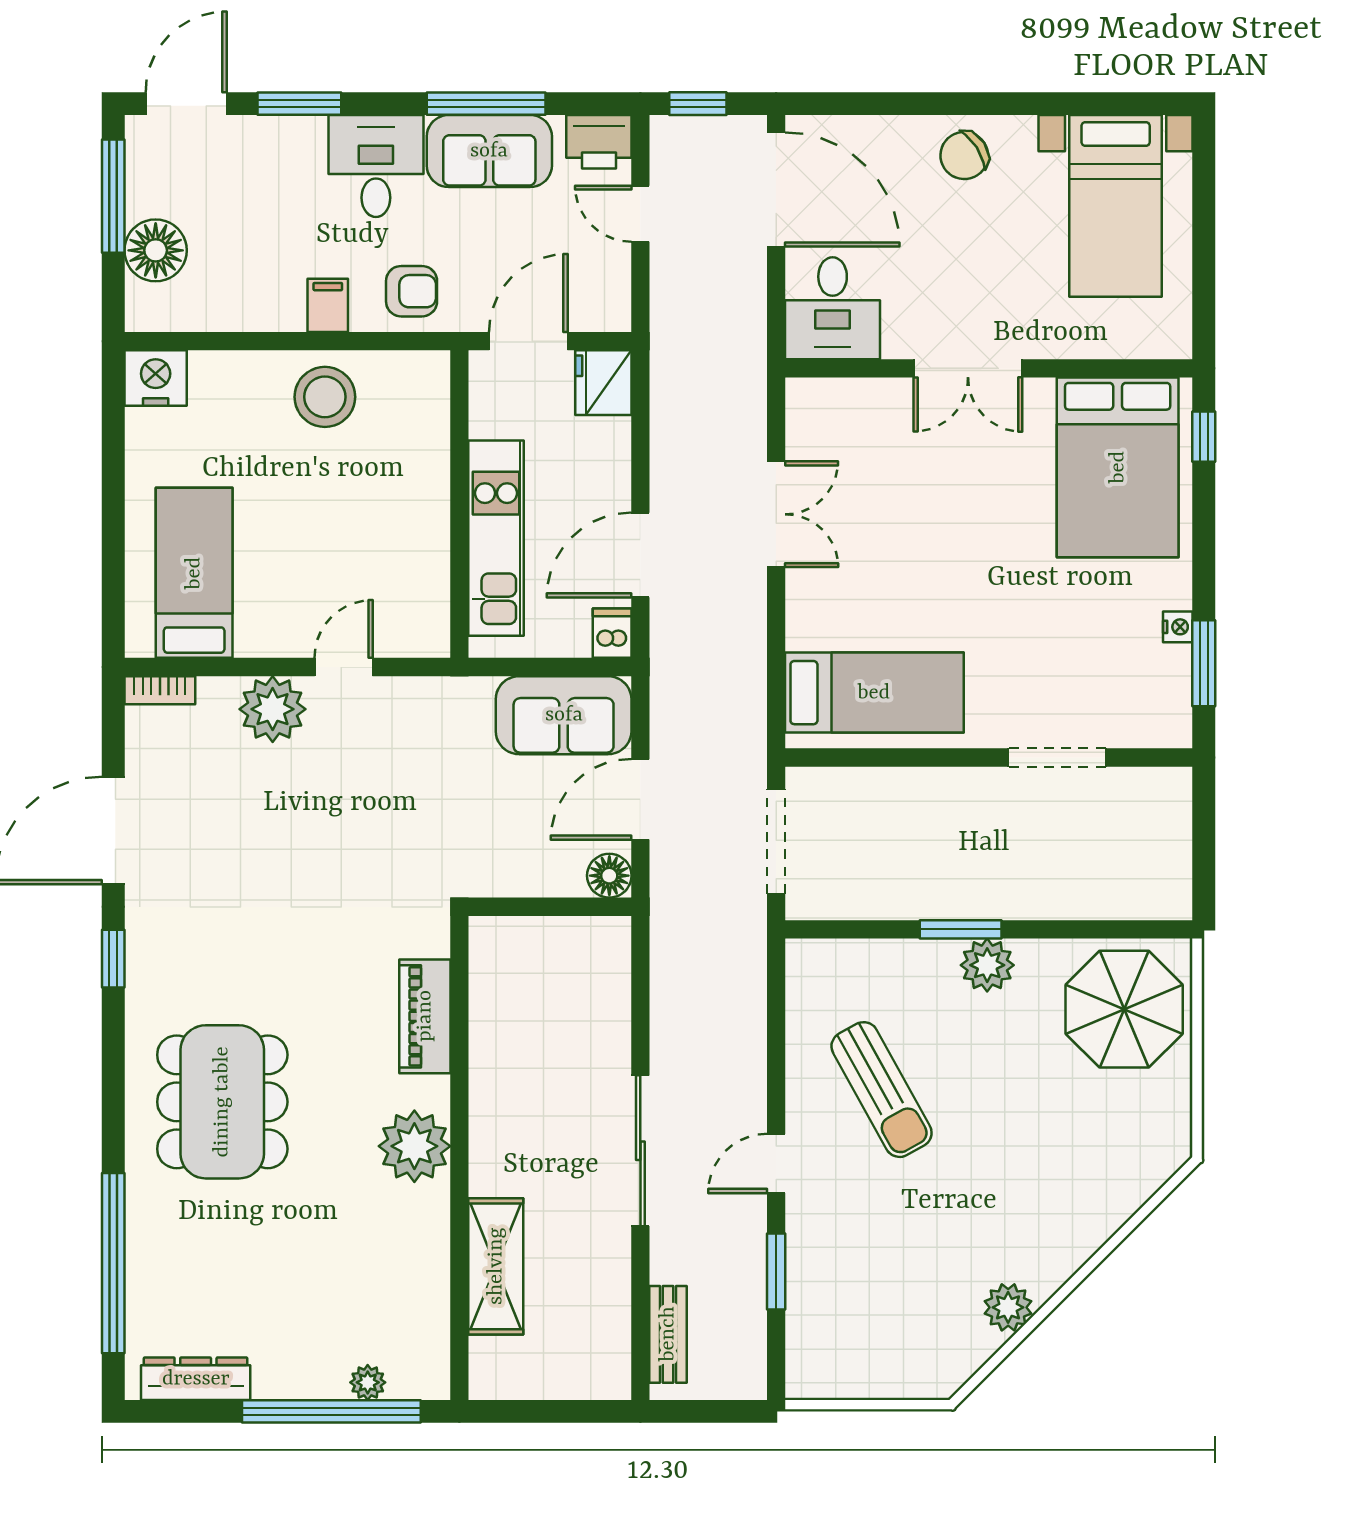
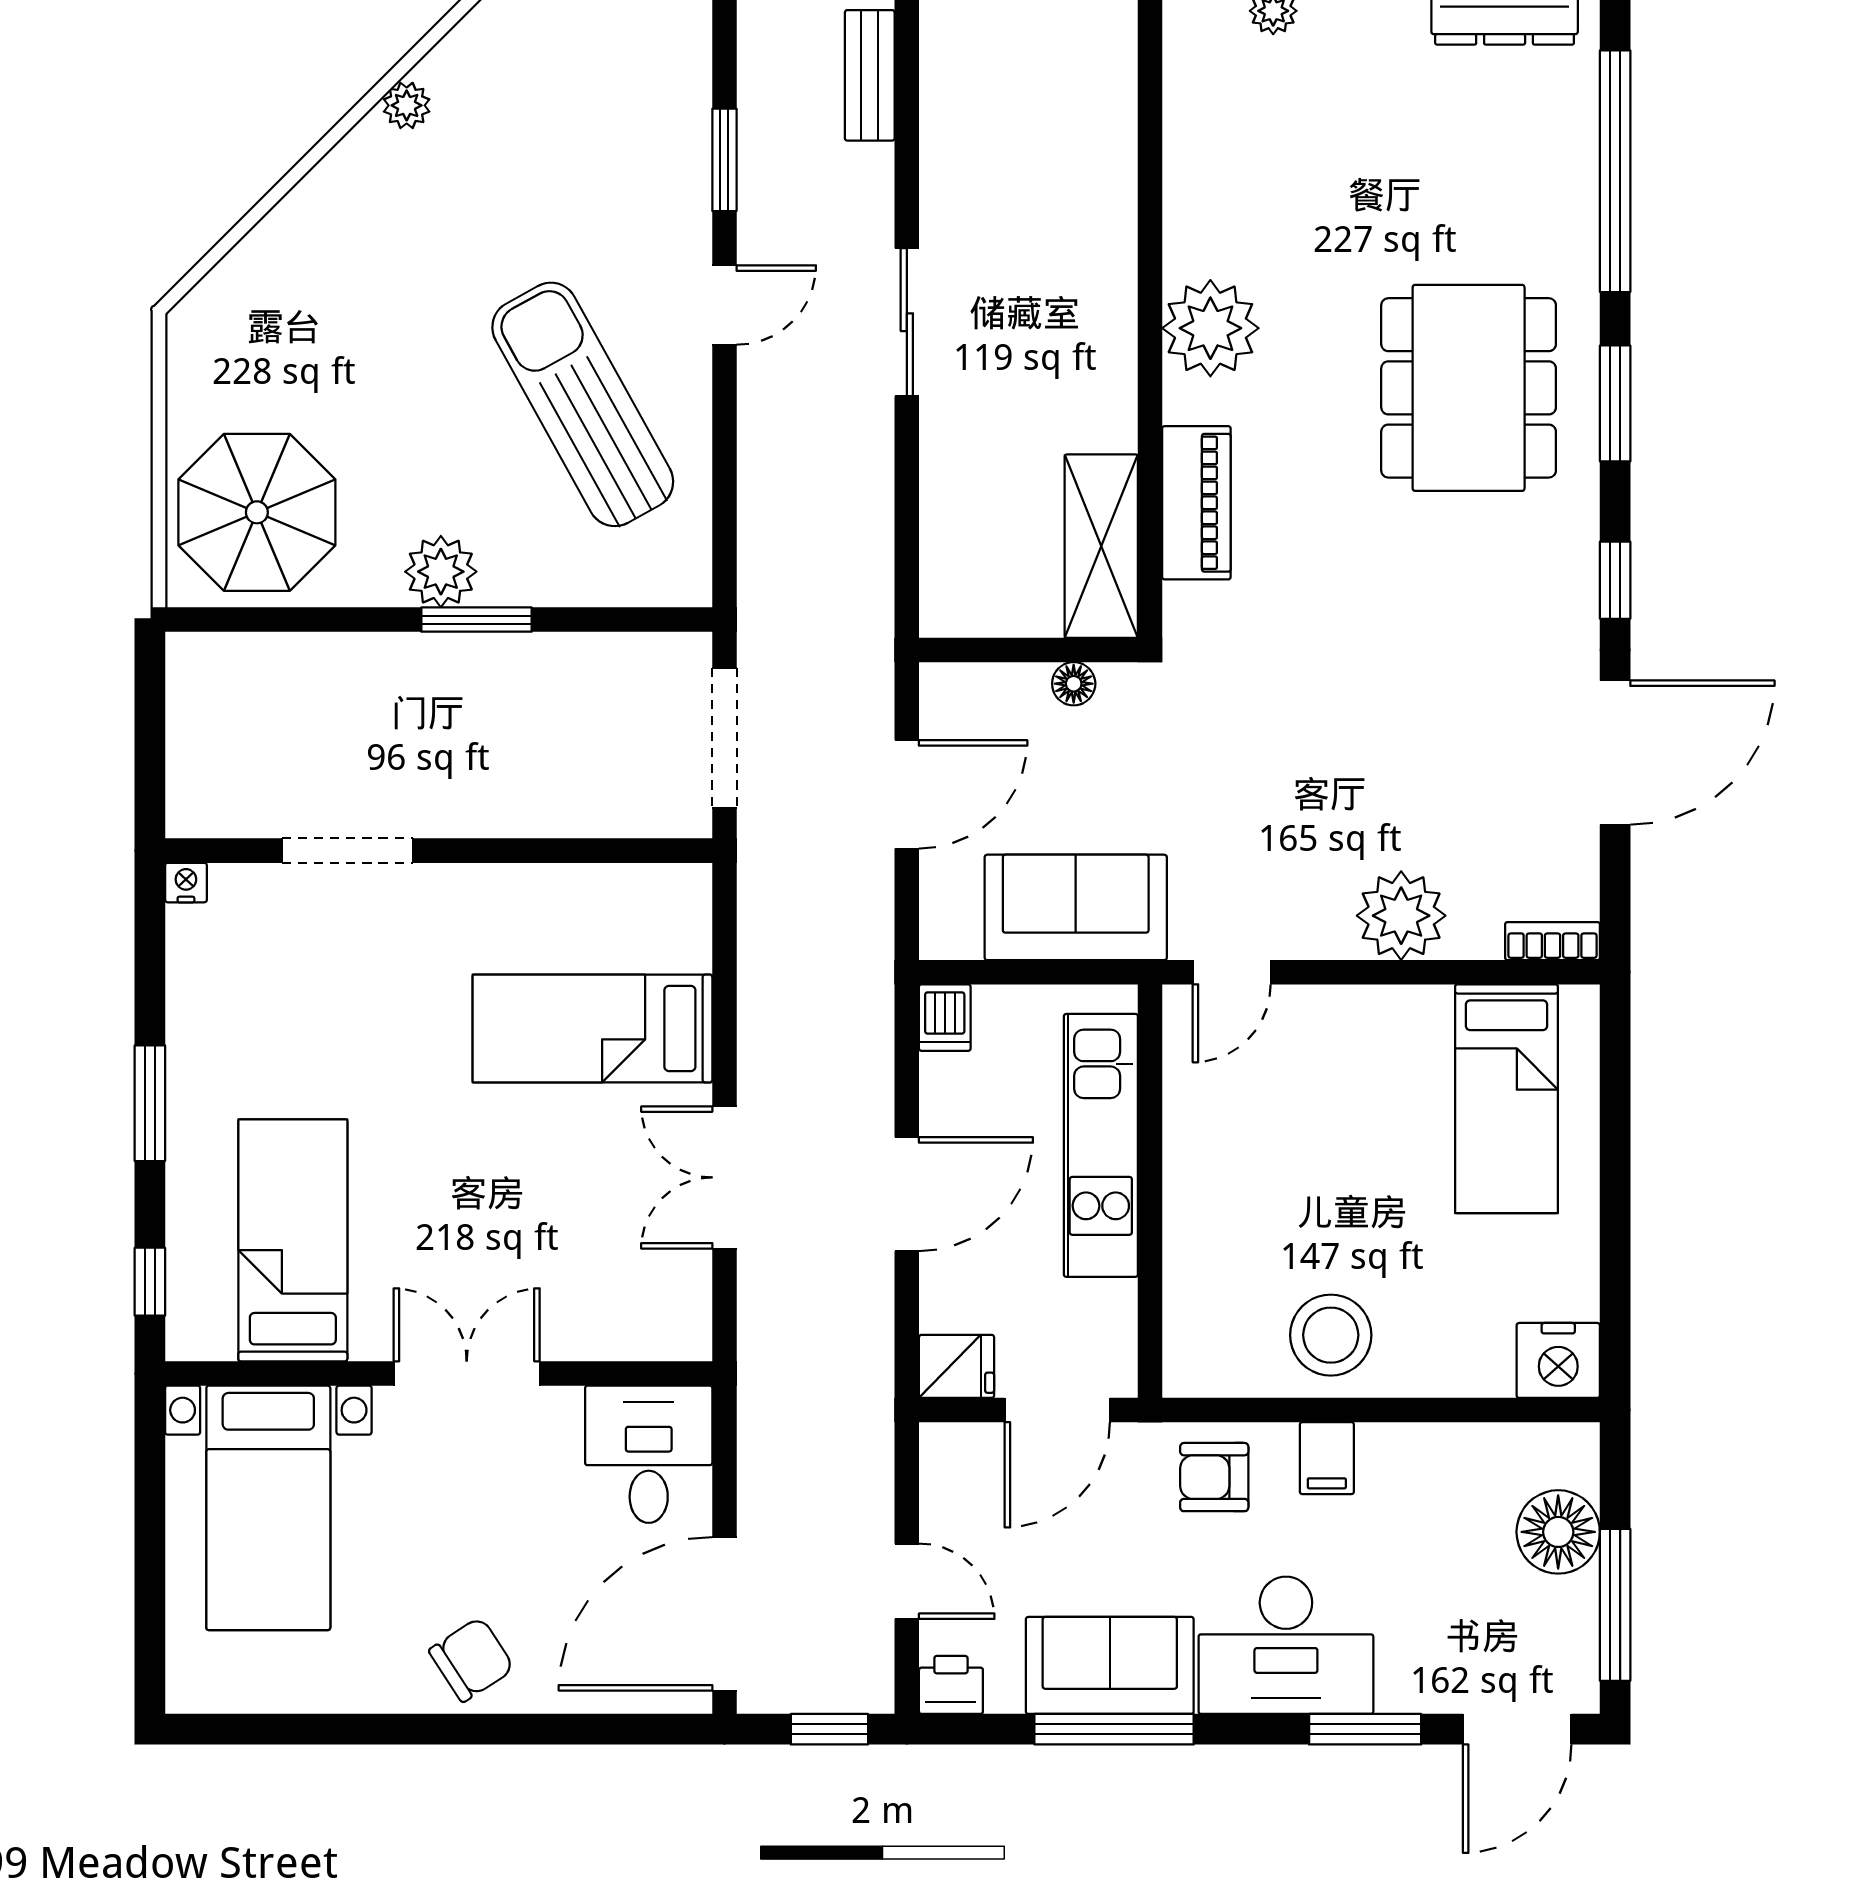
printer: (599, 142) -> (951, 1685), width x0.73, depth x0.81
desk: (376, 166) -> (1286, 1645), width x1.37
door: (776, 189) -> (724, 1614), hinge flipped
bed with nightstands: (1116, 206) -> (268, 1508), moved, turned 180
fridge: (603, 383) -> (957, 1366), width x0.72
bed: (1118, 467) -> (293, 1240), width x0.67
door: (640, 555) -> (907, 1194), moved
nightstand: (1178, 627) -> (186, 883), moved, turned 90
window: (1204, 663) -> (150, 1103), moved
door: (344, 667) -> (1232, 972), moved
bed: (874, 693) -> (592, 1028), moved
sofa: (564, 715) -> (1076, 907), moved
floor lamp: (609, 876) -> (1074, 684), moved, width x0.73, depth x0.73
window: (113, 1090) -> (1615, 403), added
sun lounger: (882, 1090) -> (583, 404), width x1.36, depth x1.34
sliding door: (640, 1151) -> (907, 322), width x0.73
shelving: (496, 1266) -> (1101, 546), moved
plant: (1008, 1307) -> (407, 105), width x0.73, depth x0.73

